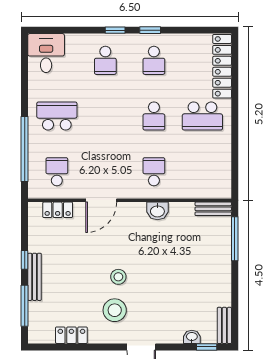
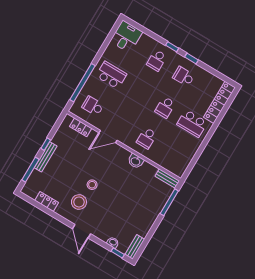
school desk: (154, 60) -> (184, 76), turned 90
school desk: (57, 172) -> (93, 106), turned -90
school desk: (154, 172) -> (147, 138), turned 180

